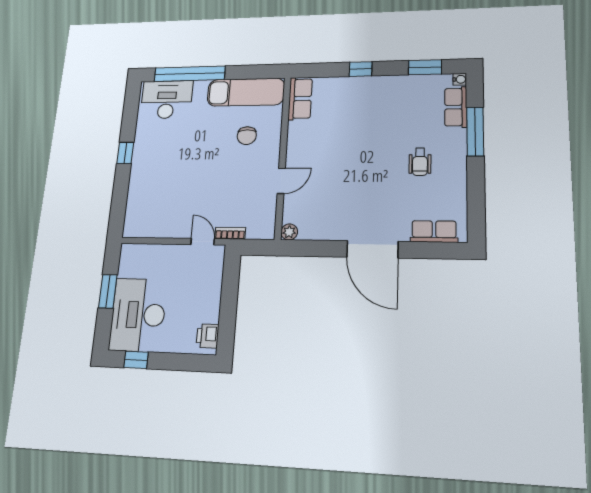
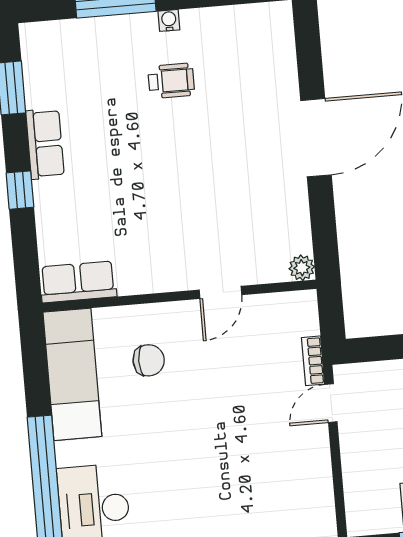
water cooler: (460, 79) -> (169, 20), moved
row of seats: (456, 107) -> (45, 144), moved, turned -90
door: (281, 181) -> (220, 292), swing flipped
row of seats: (434, 231) -> (279, 50), removed

